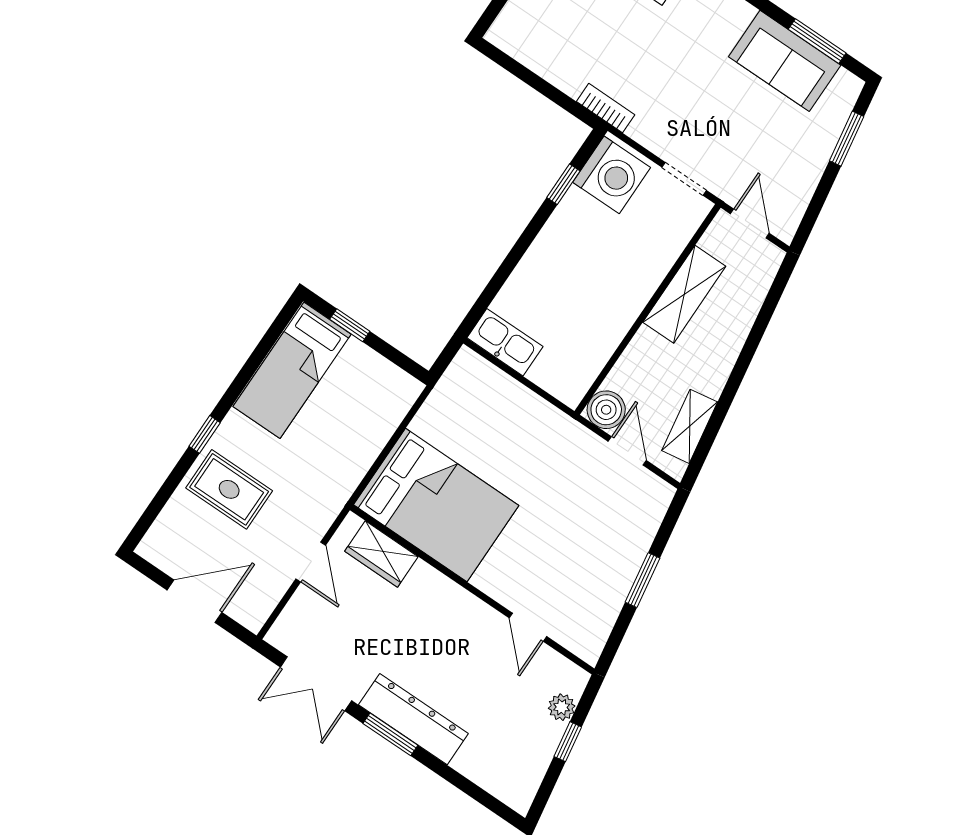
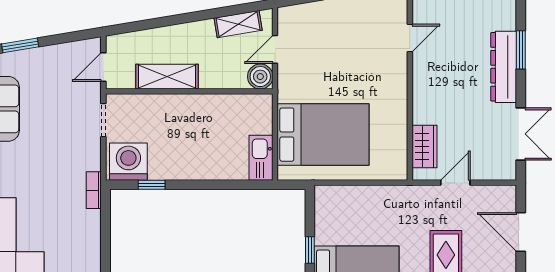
bed: (436, 505) -> (323, 135), moved, turned 90
window: (390, 734) -> (521, 50), moved

